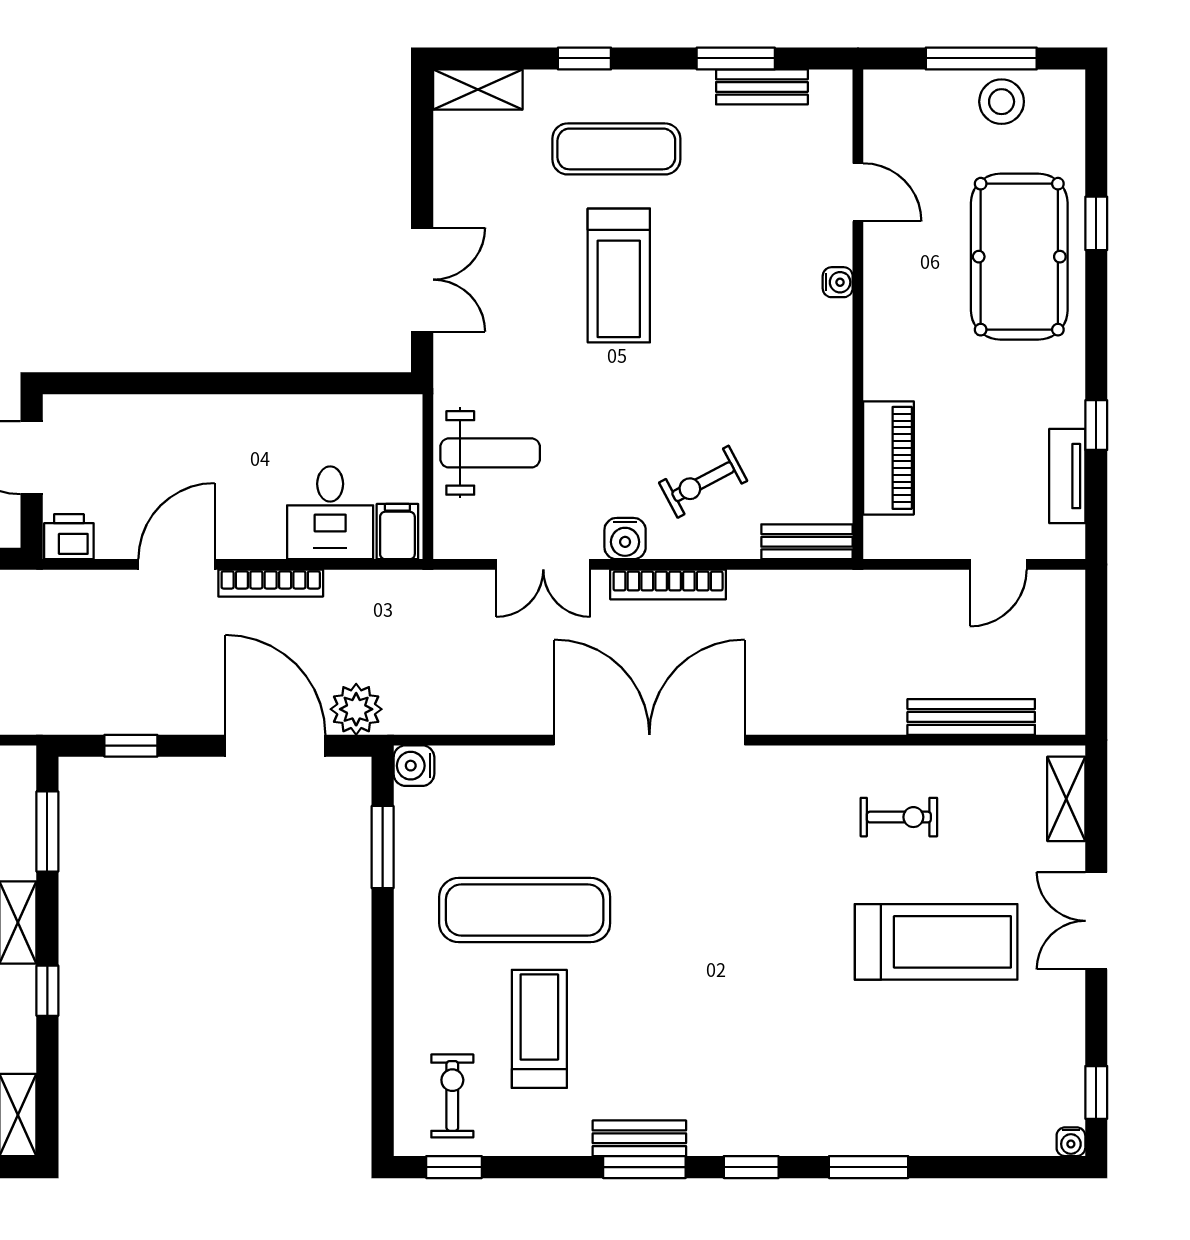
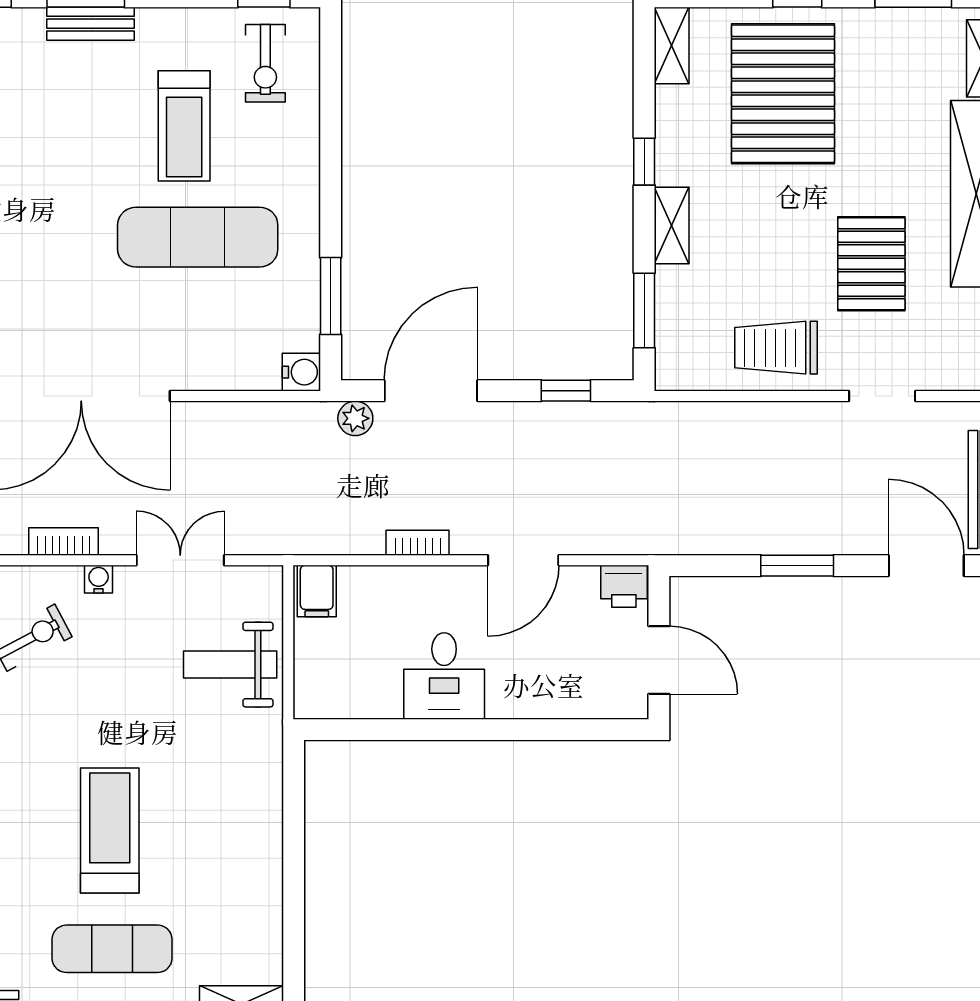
double door: (422, 280) -> (294, 827), removed
desk: (330, 513) -> (444, 676), moved, turned 180
water cooler: (625, 539) -> (99, 579), width x0.72, depth x0.72
bookcase: (271, 583) -> (418, 543), width x0.64
bookcase: (668, 585) -> (64, 541), width x0.64
plant: (356, 709) -> (355, 418), width x0.73, depth x0.73
door: (275, 746) -> (431, 391), swing flipped

